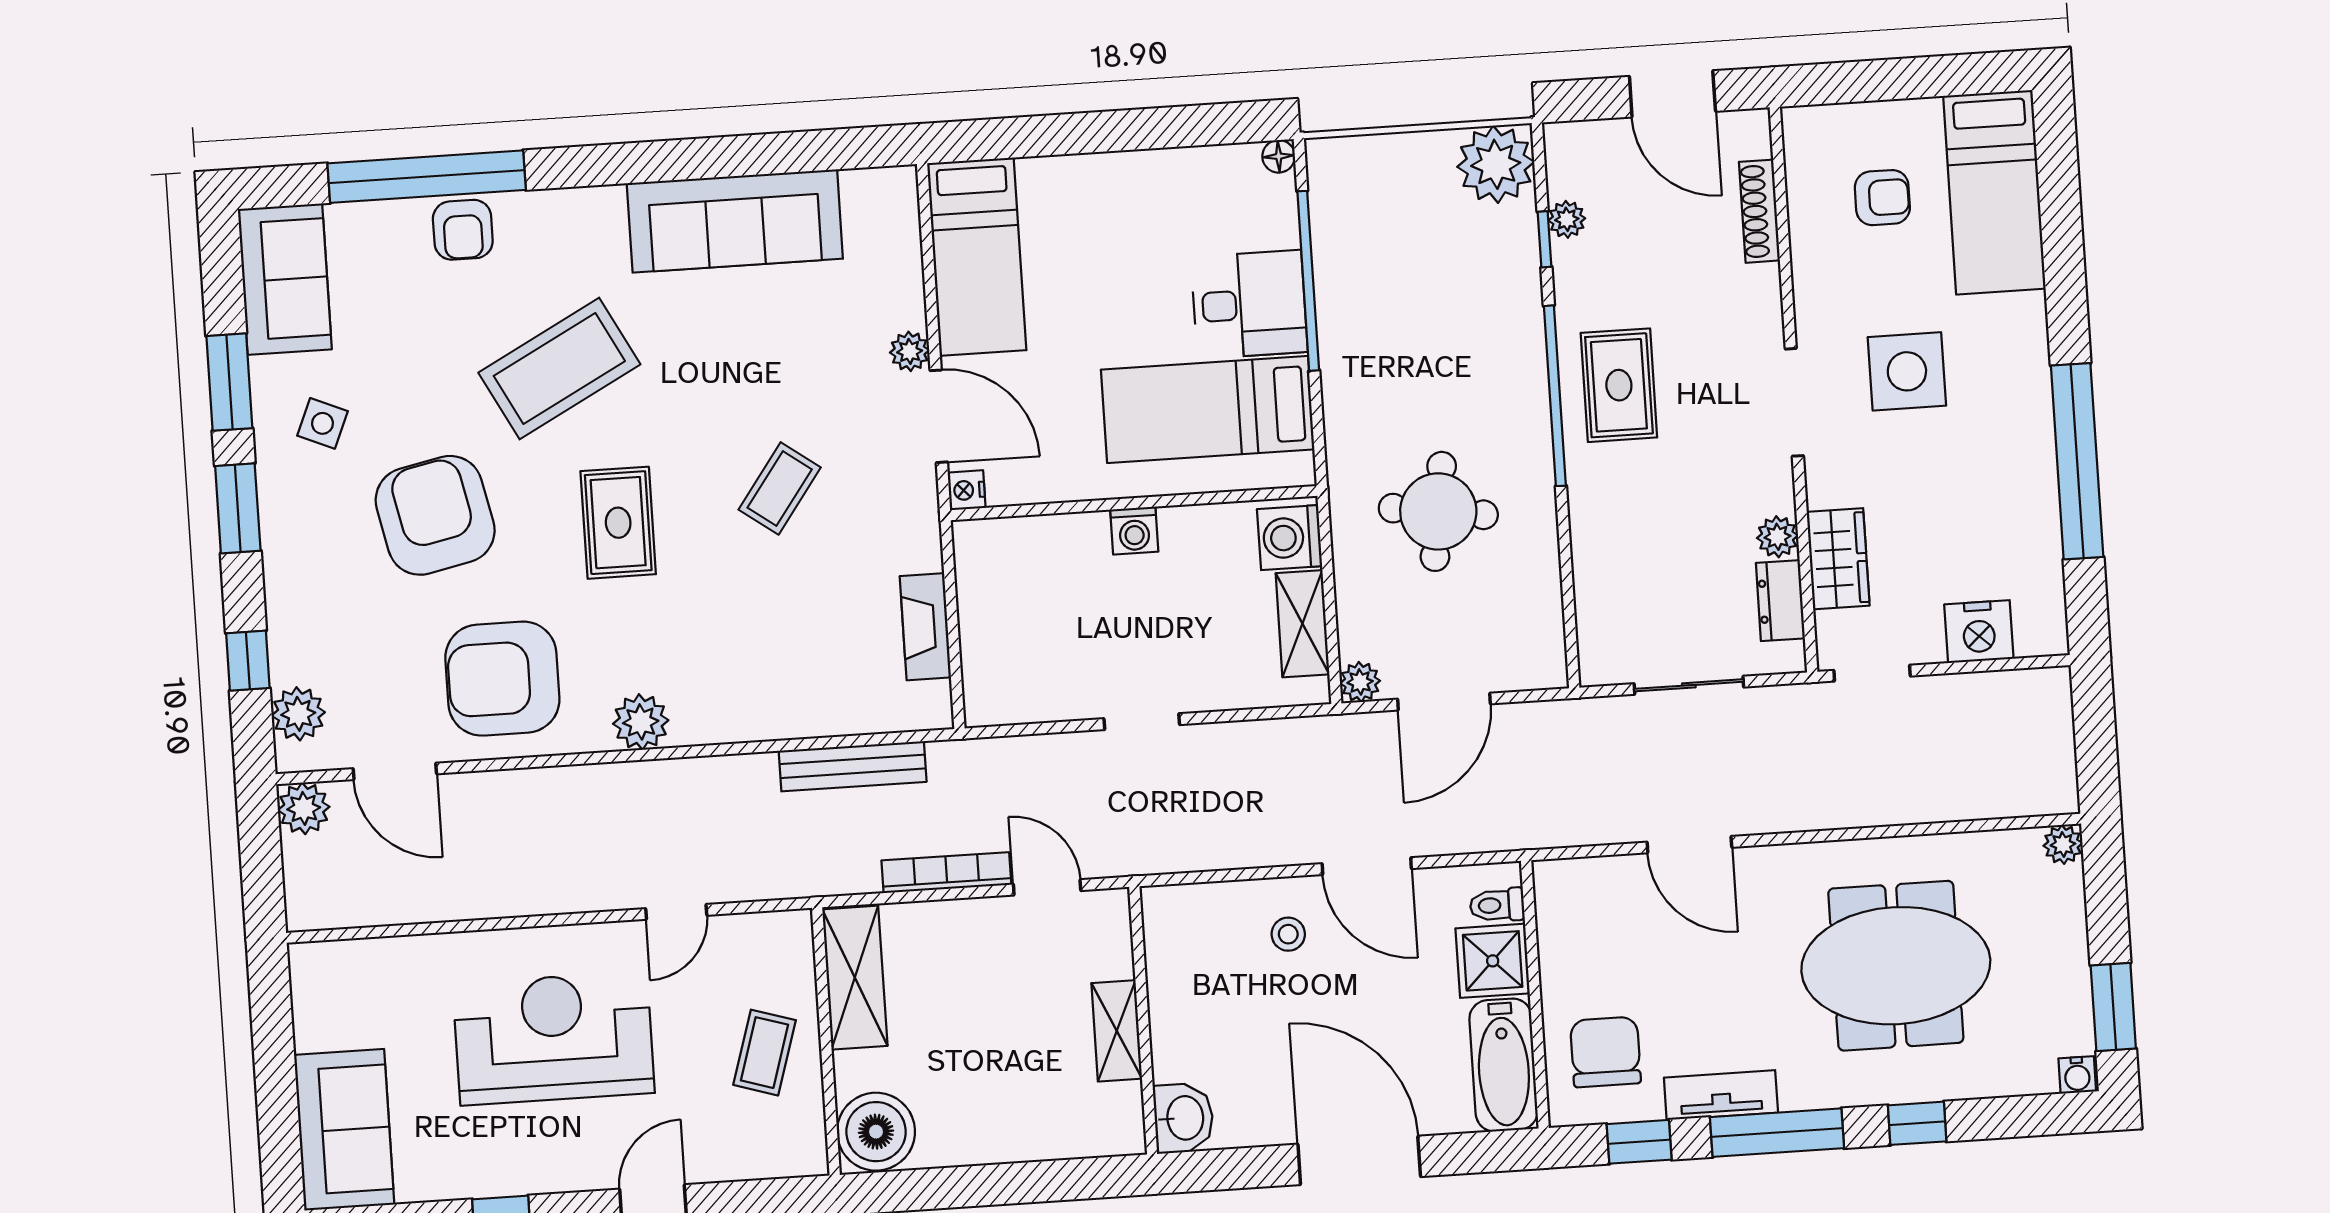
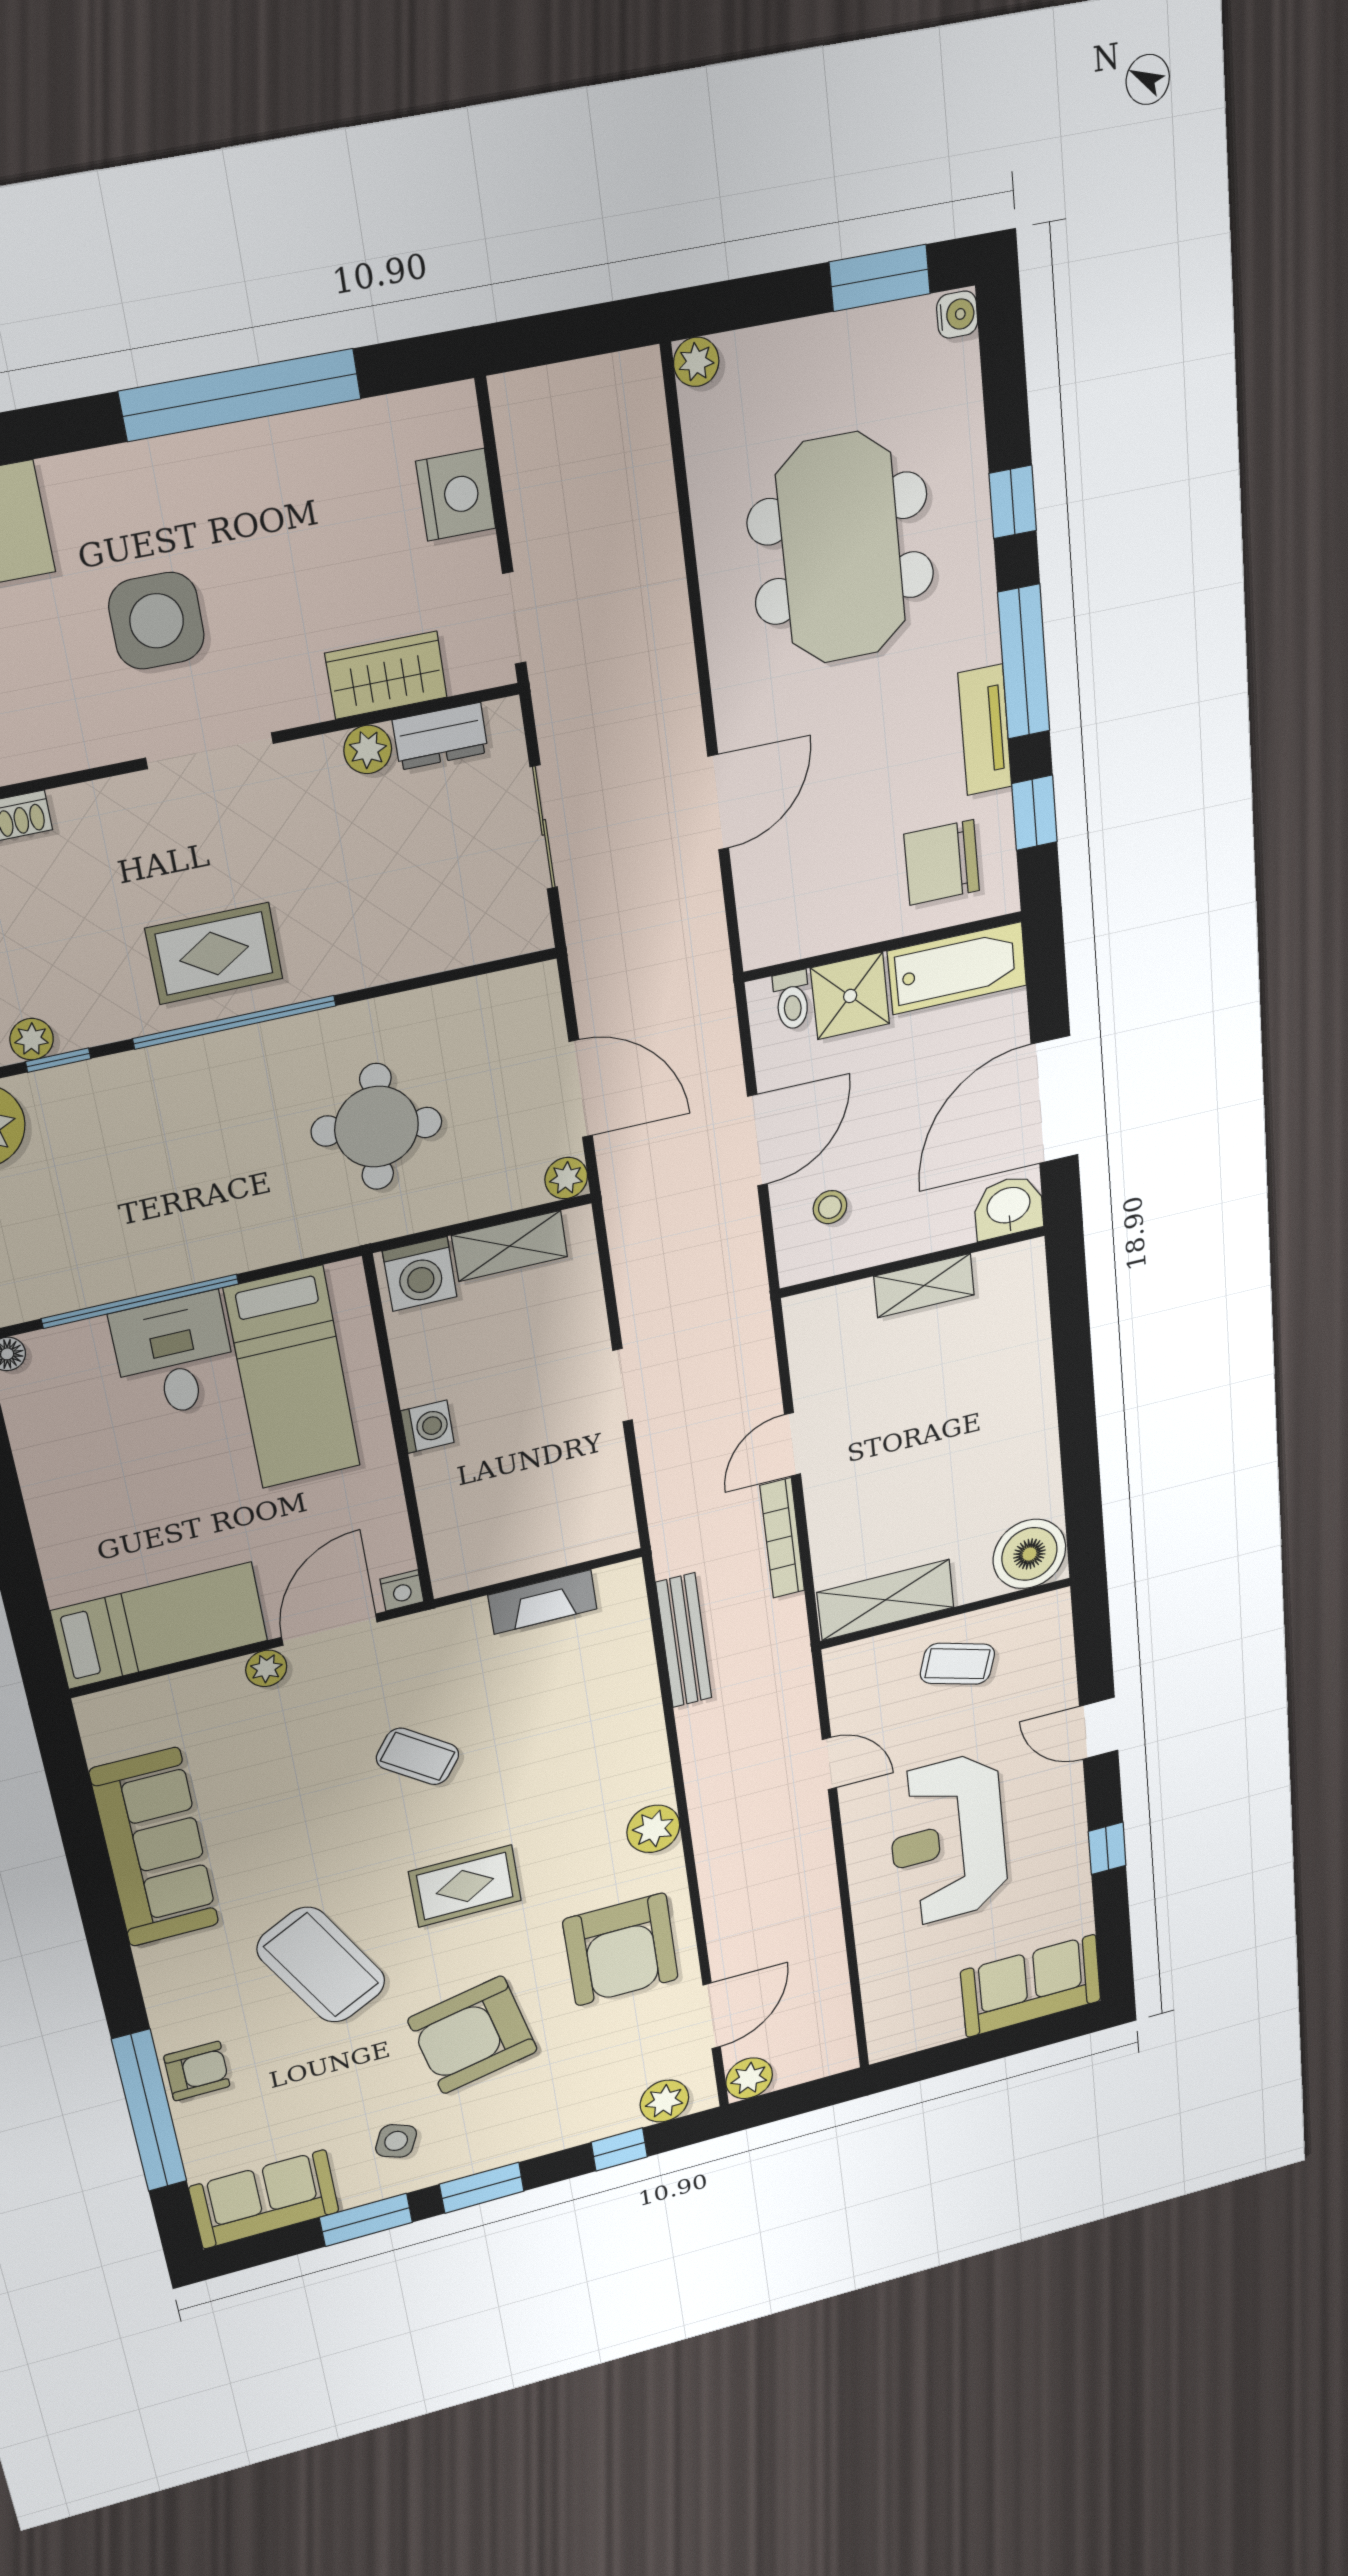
wall: (1143, 1020) -> (913, 1262), moved
shelving: (1117, 1031) -> (924, 1286), moved
washbasin: (1184, 1118) -> (1009, 1207), moved

